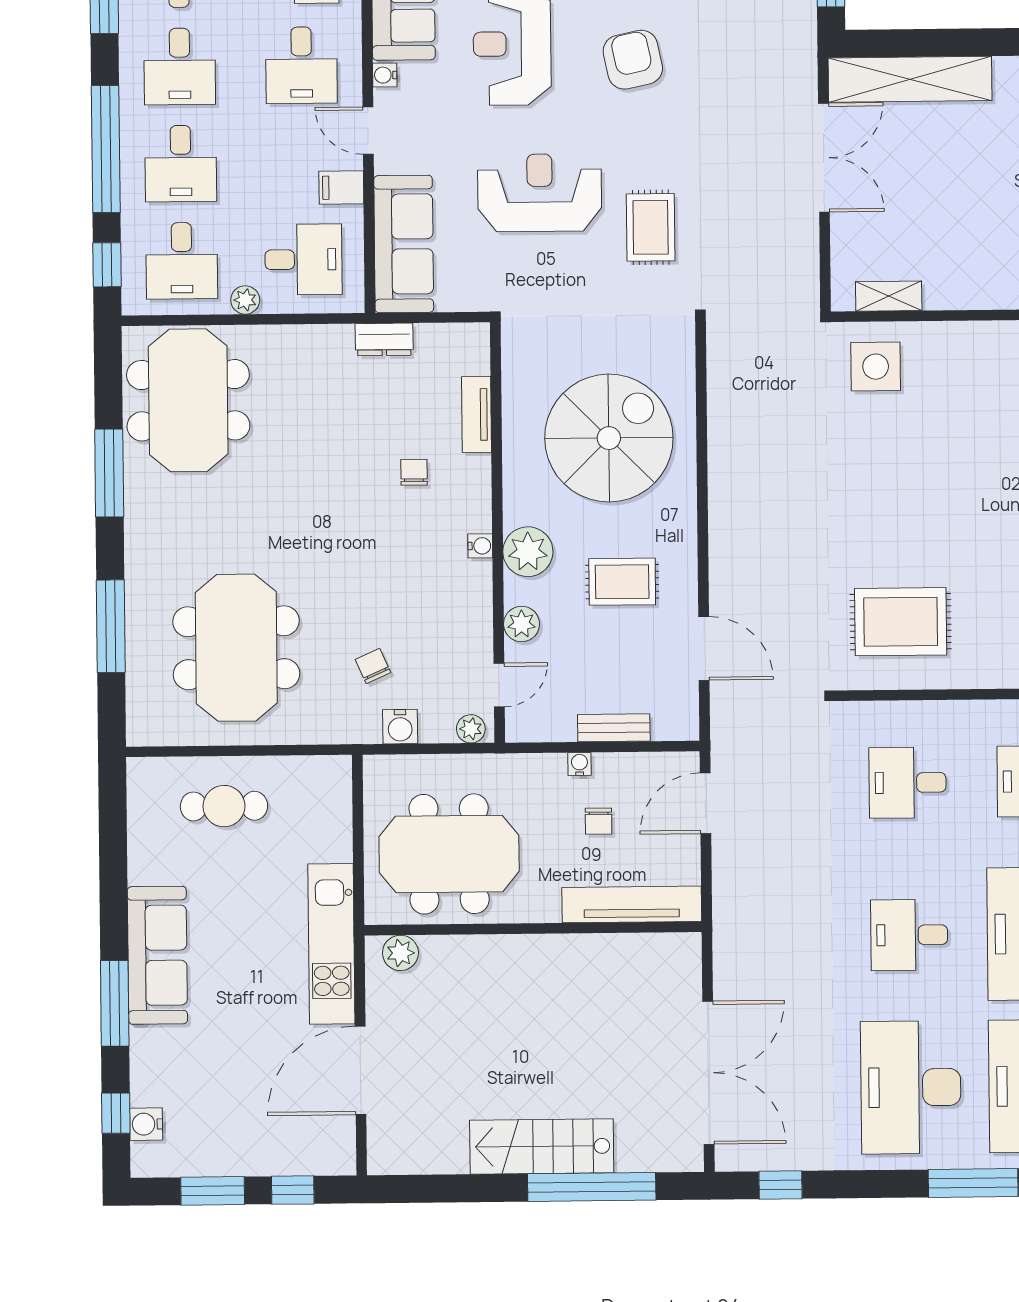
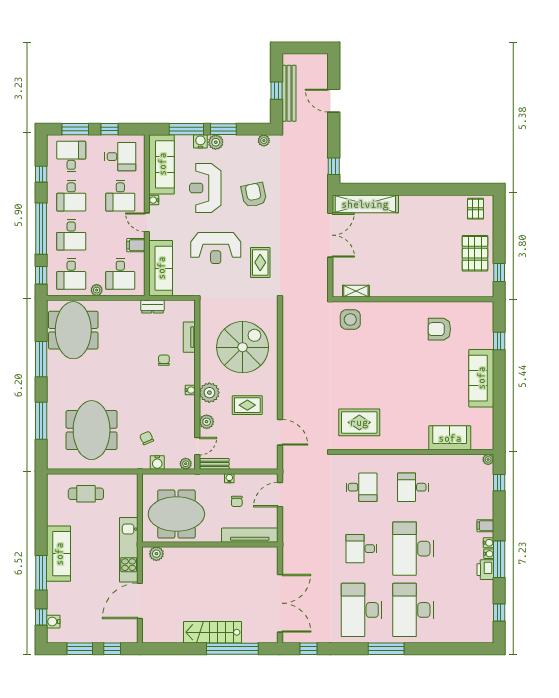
reception desk: (540, 193) -> (216, 248), turned 180
desk: (303, 259) -> (120, 274), turned 90
bench: (614, 728) -> (214, 464), moved
desk: (908, 783) -> (361, 487), turned 180

